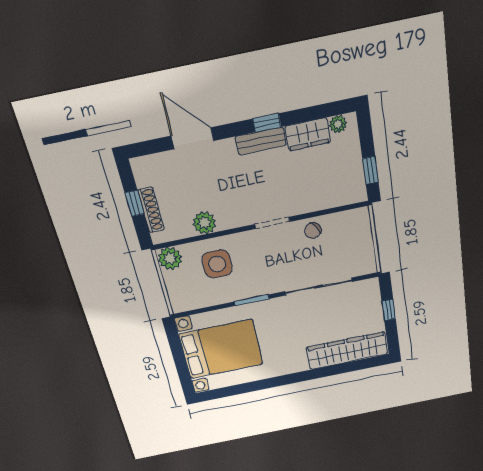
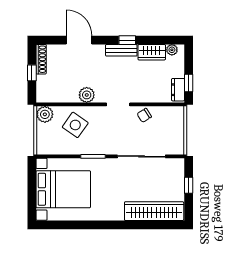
dresser: (356, 184) -> (178, 90), added
shoe rack: (151, 210) -> (41, 59), moved
plant: (204, 223) -> (87, 95), moved
side table: (217, 264) -> (75, 125), turned 35

